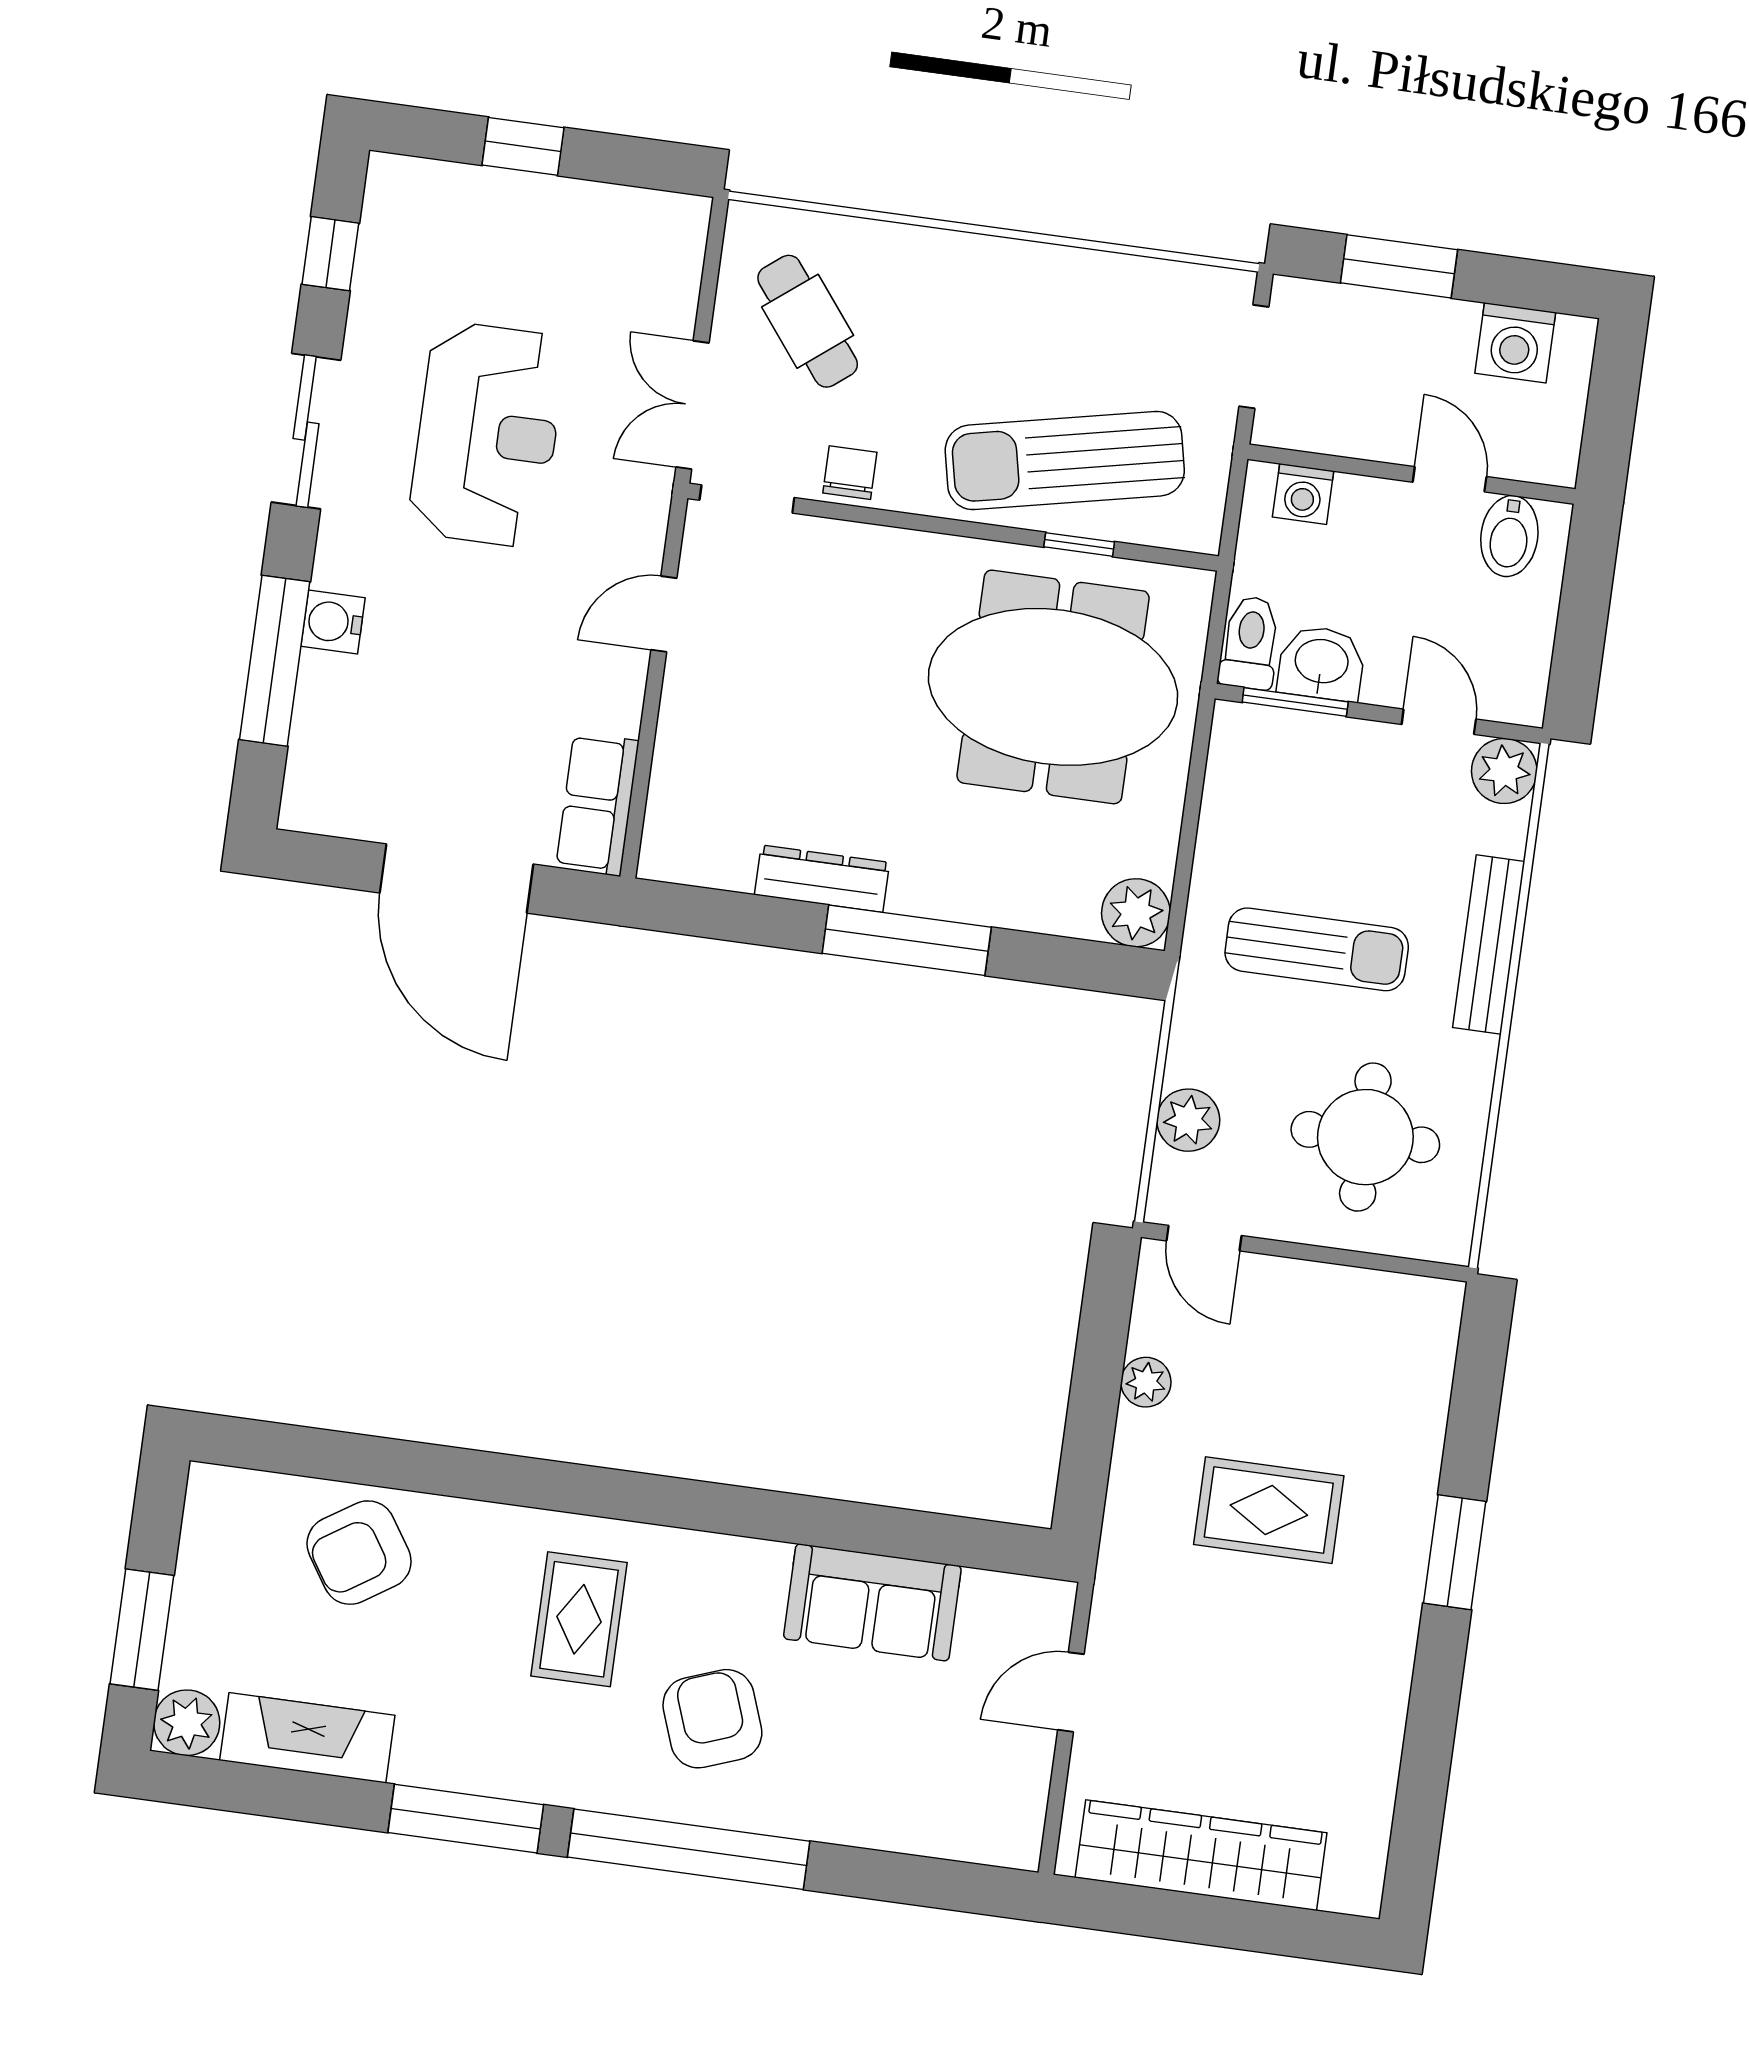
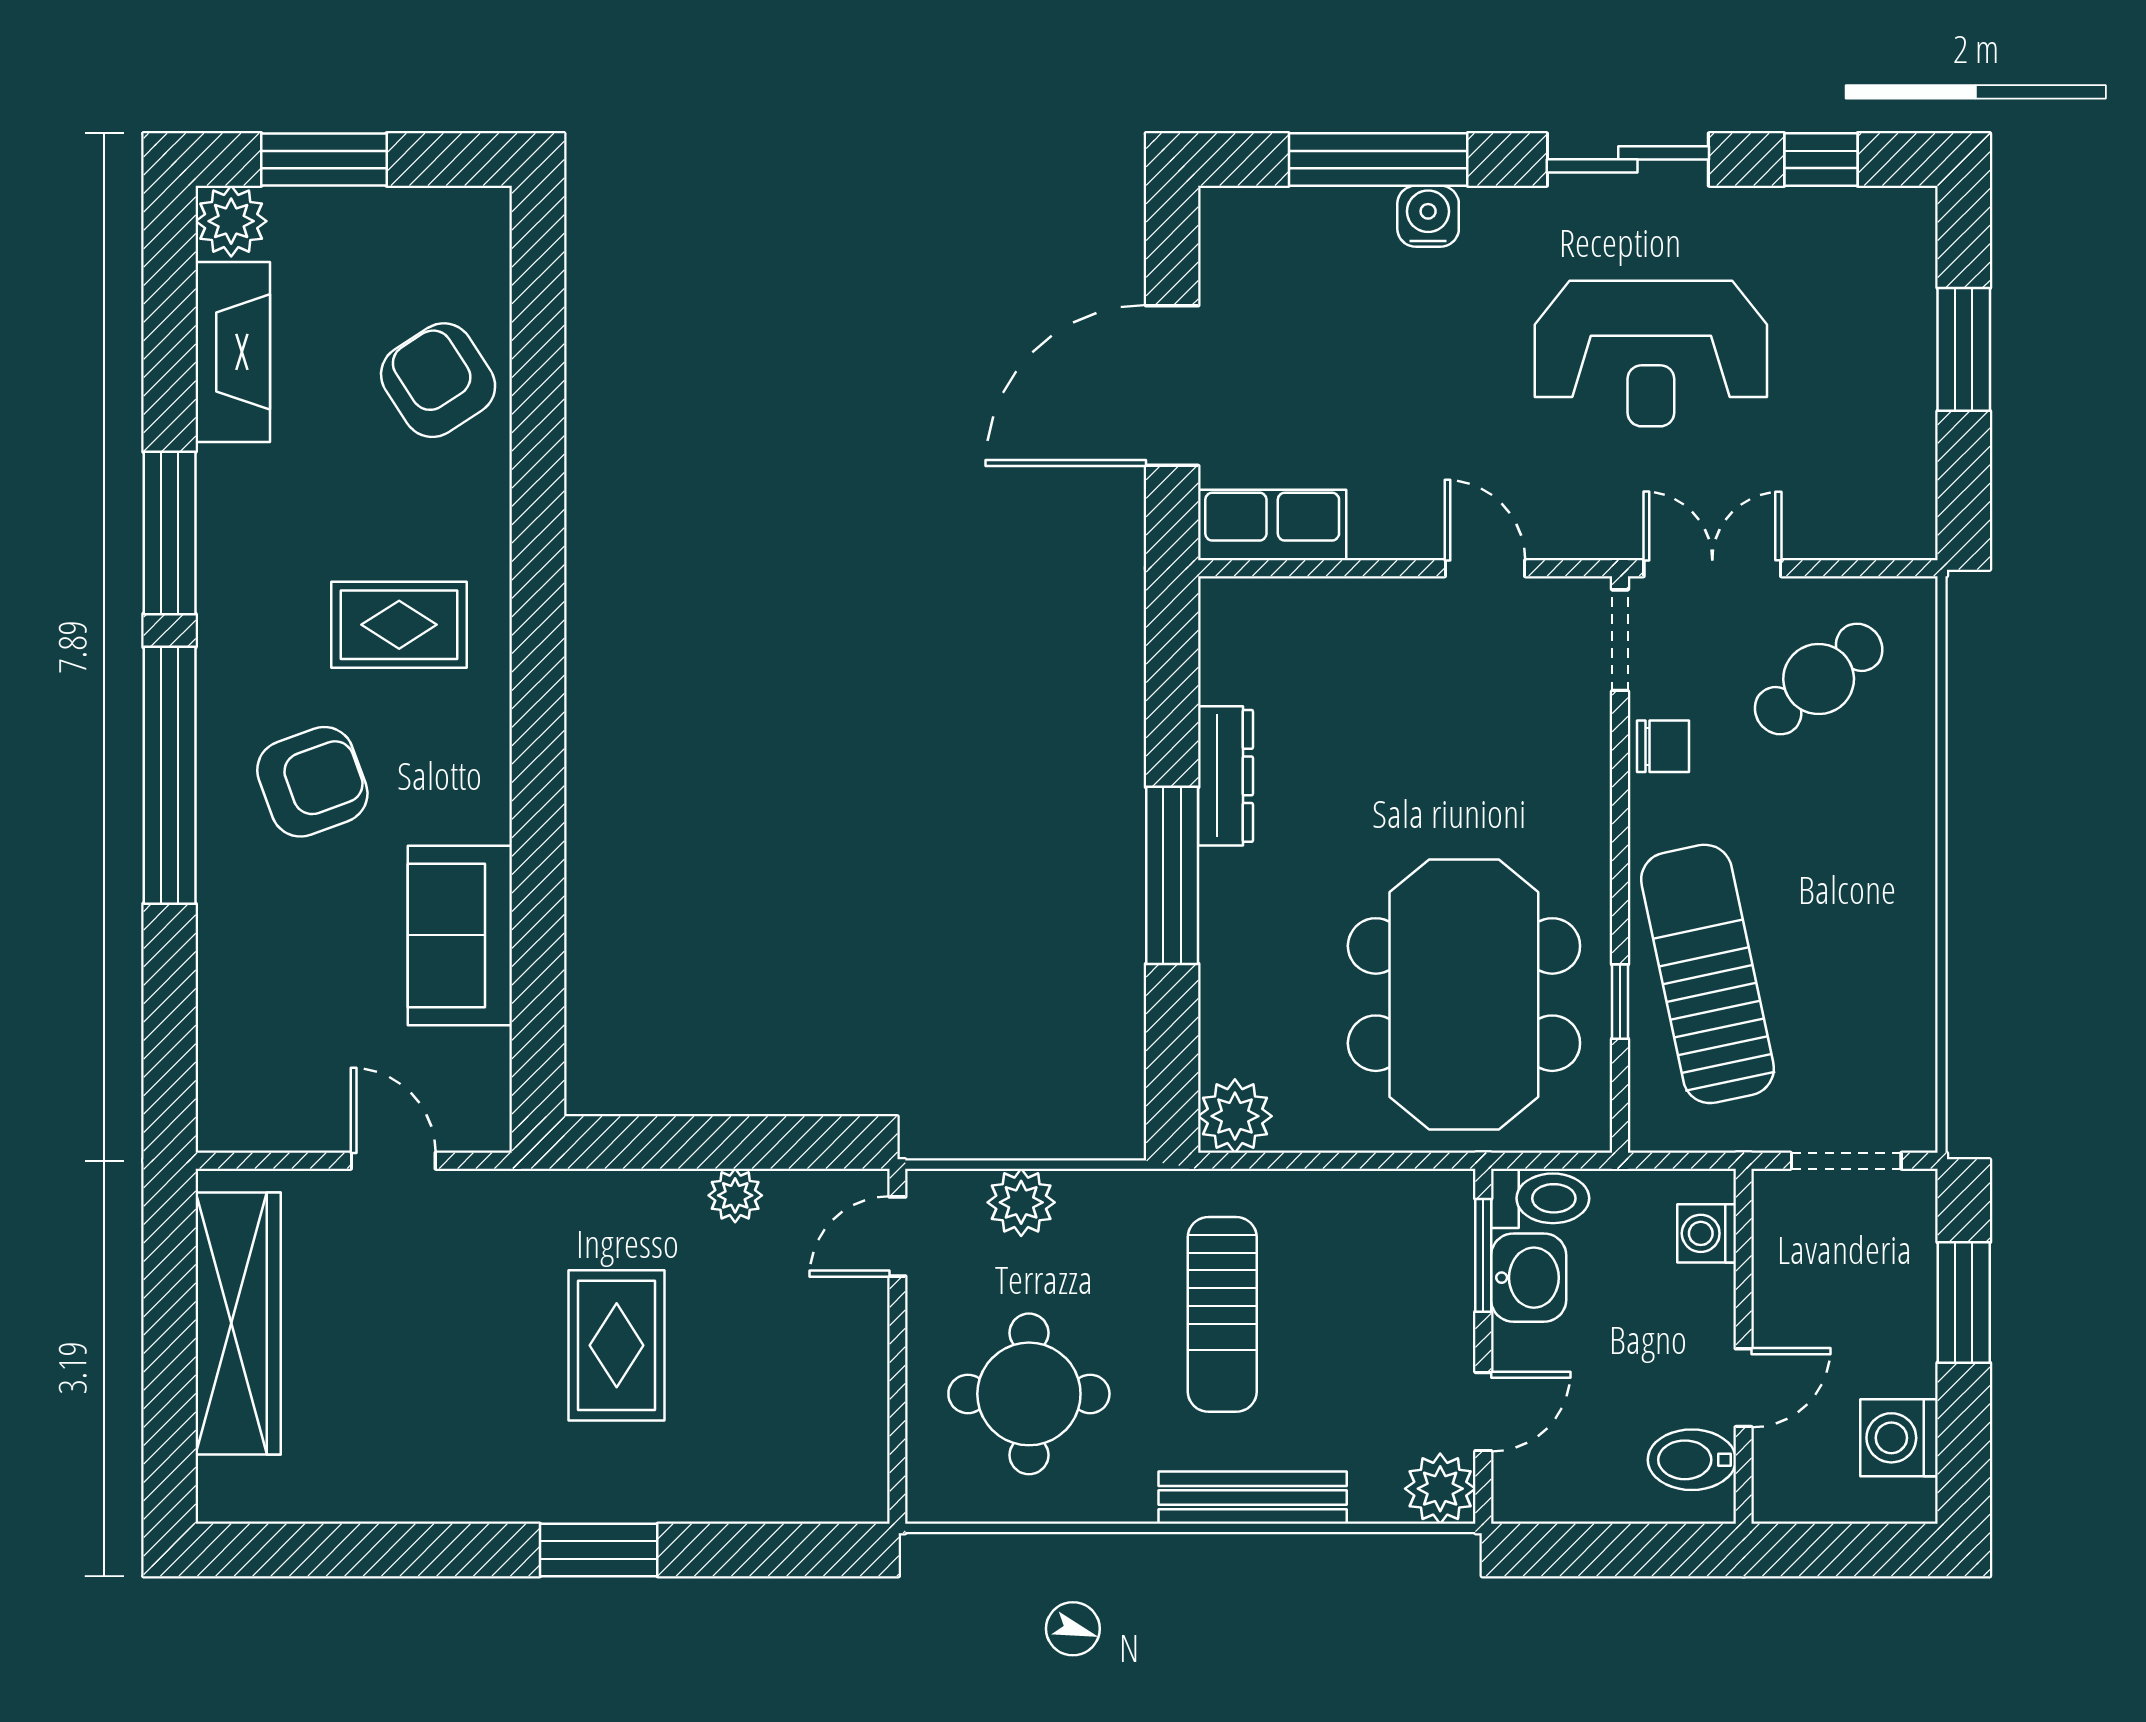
window: (523, 146) -> (1964, 349), width x1.50

